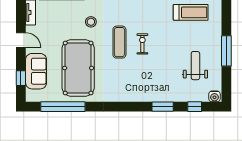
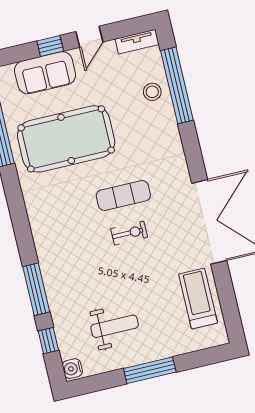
treadmill: (191, 12) -> (198, 299), turned 180
stool: (91, 22) -> (152, 92), moved
window: (21, 78) -> (50, 46), moved
window: (163, 107) -> (36, 289), width x1.44

